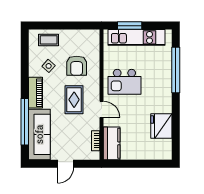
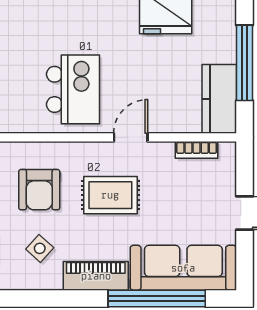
armchair: (77, 66) -> (39, 190), turned 90
kitchen counter: (112, 143) -> (219, 99), moved, turned -90
window: (137, 164) -> (245, 63), added

